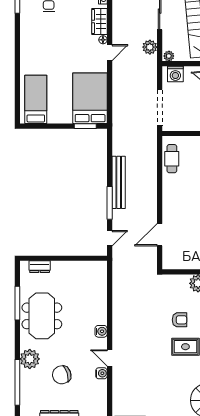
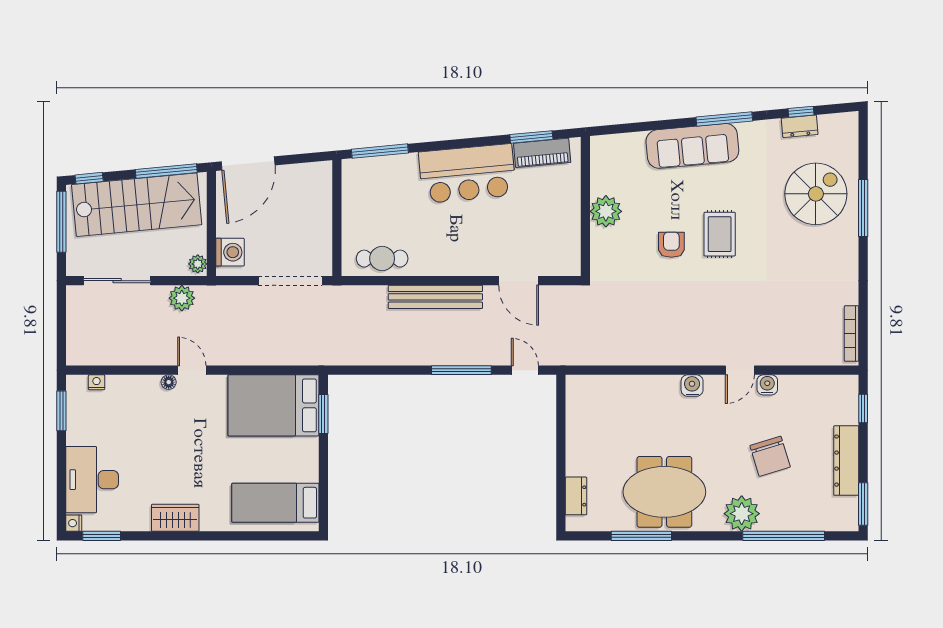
wardrobe: (99, 22) -> (175, 518), moved, turned 180
bench: (119, 182) -> (435, 297), moved

